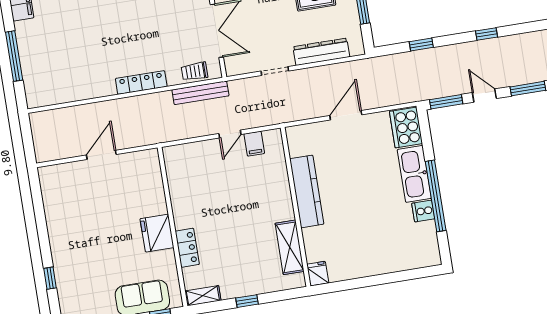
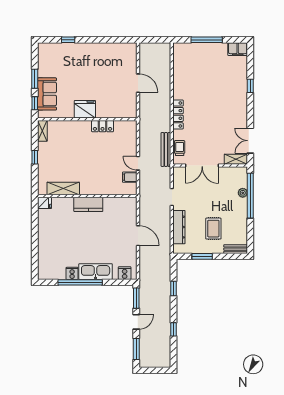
cooker: (406, 127) -> (125, 273), width x0.53, depth x0.76
kitchen counter: (307, 191) -> (88, 204), width x0.67
locker: (187, 248) -> (103, 126), moved

